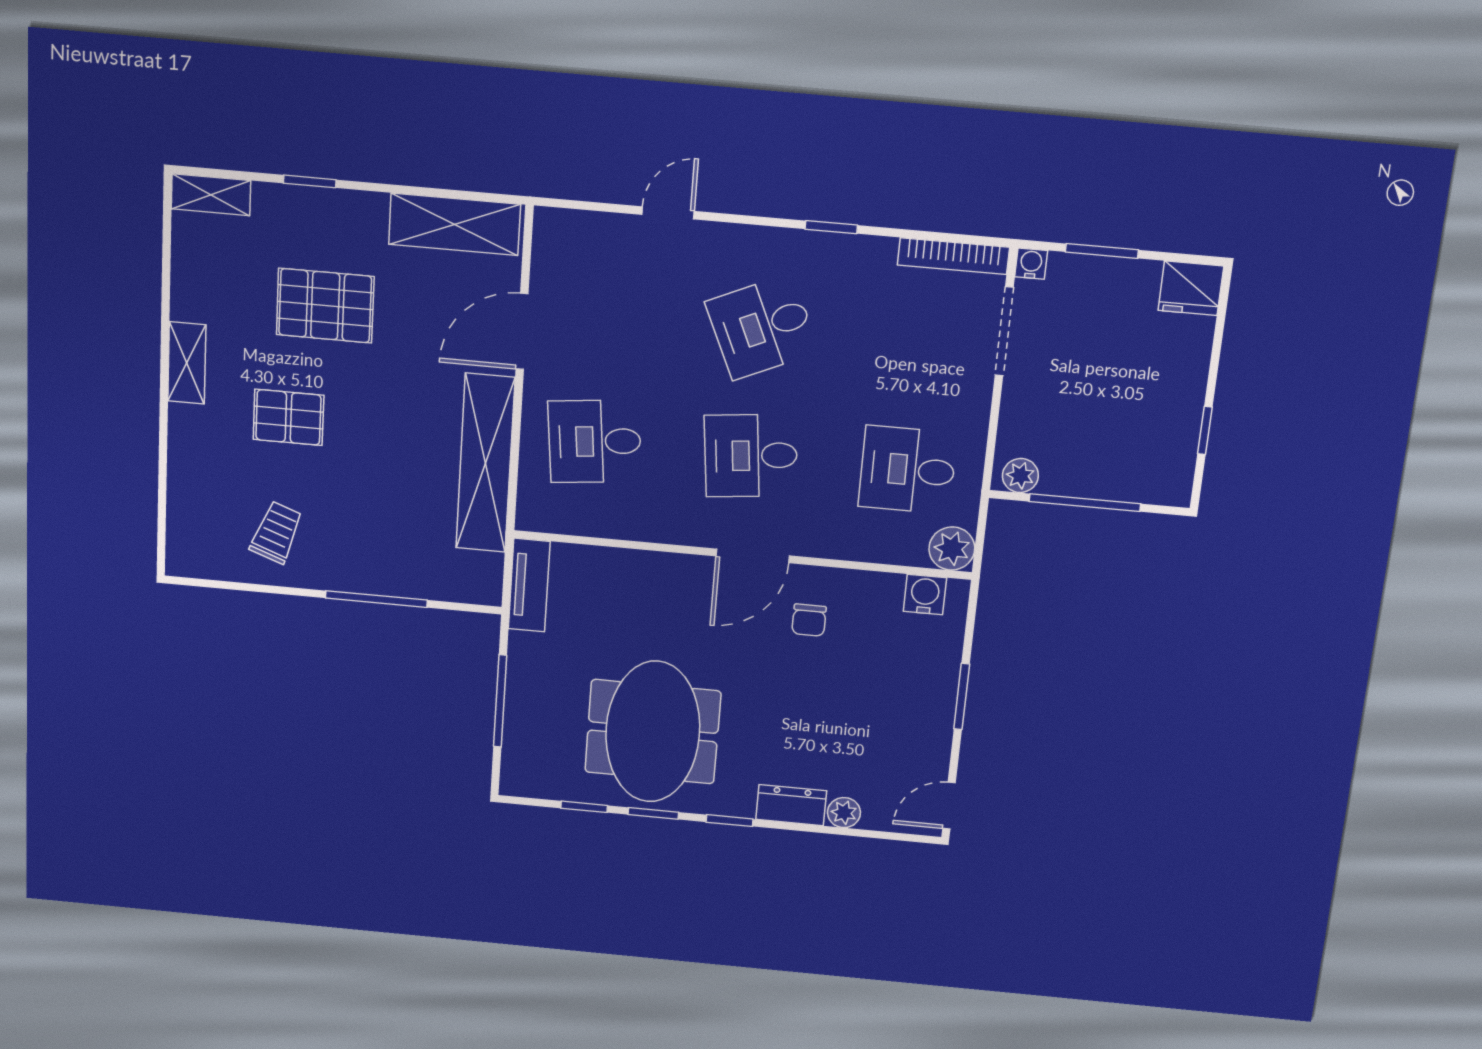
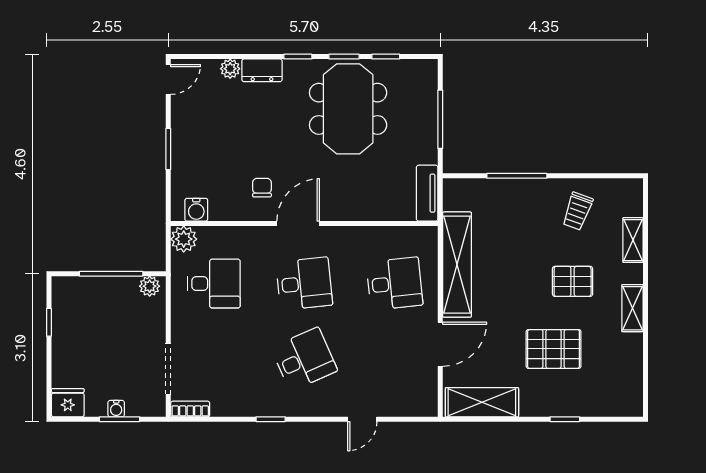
shelving: (211, 195) -> (633, 240), moved, turned 90
bookcase: (953, 256) -> (190, 409), width x0.64
water cooler: (1031, 264) -> (116, 409), moved

